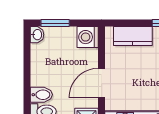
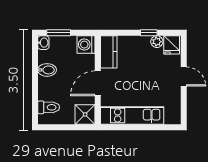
kitchen counter: (133, 36) -> (109, 52), moved, turned -90
bidet: (41, 95) -> (47, 70), moved

